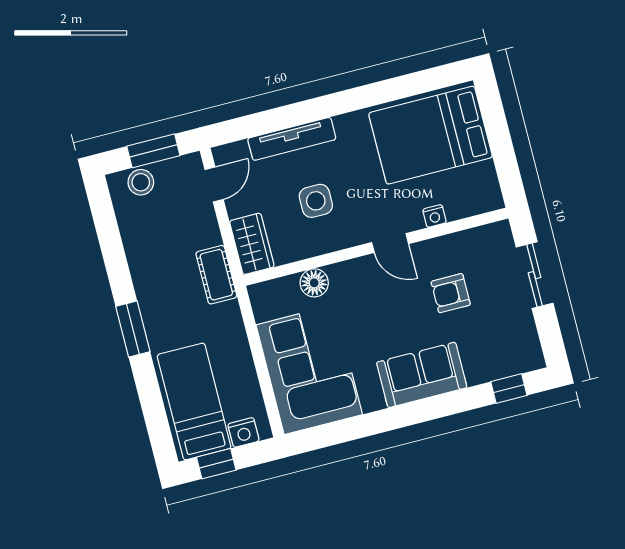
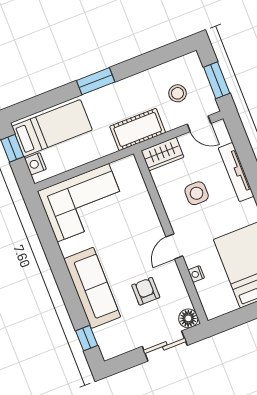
stool: (141, 182) -> (177, 93), moved
cot: (216, 275) -> (138, 129), width x1.37, depth x1.34
floor lamp: (314, 283) -> (188, 318), moved
sofa: (422, 375) -> (92, 288), width x1.36

